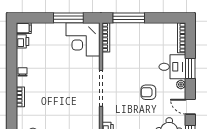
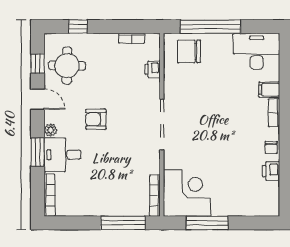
filing cabinet: (24, 28) -> (269, 90), moved
printer: (23, 41) -> (271, 171), moved
armchair: (148, 92) -> (96, 119), turned 180

